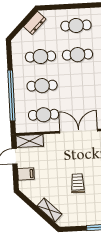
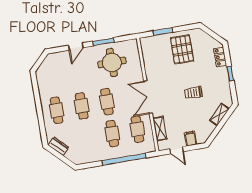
cafe table: (40, 57) -> (107, 102), moved
shelving: (30, 141) -> (160, 129), moved

